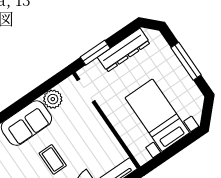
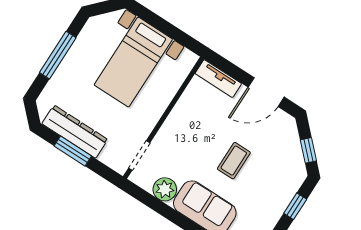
window: (95, 53) -> (73, 151), moved

